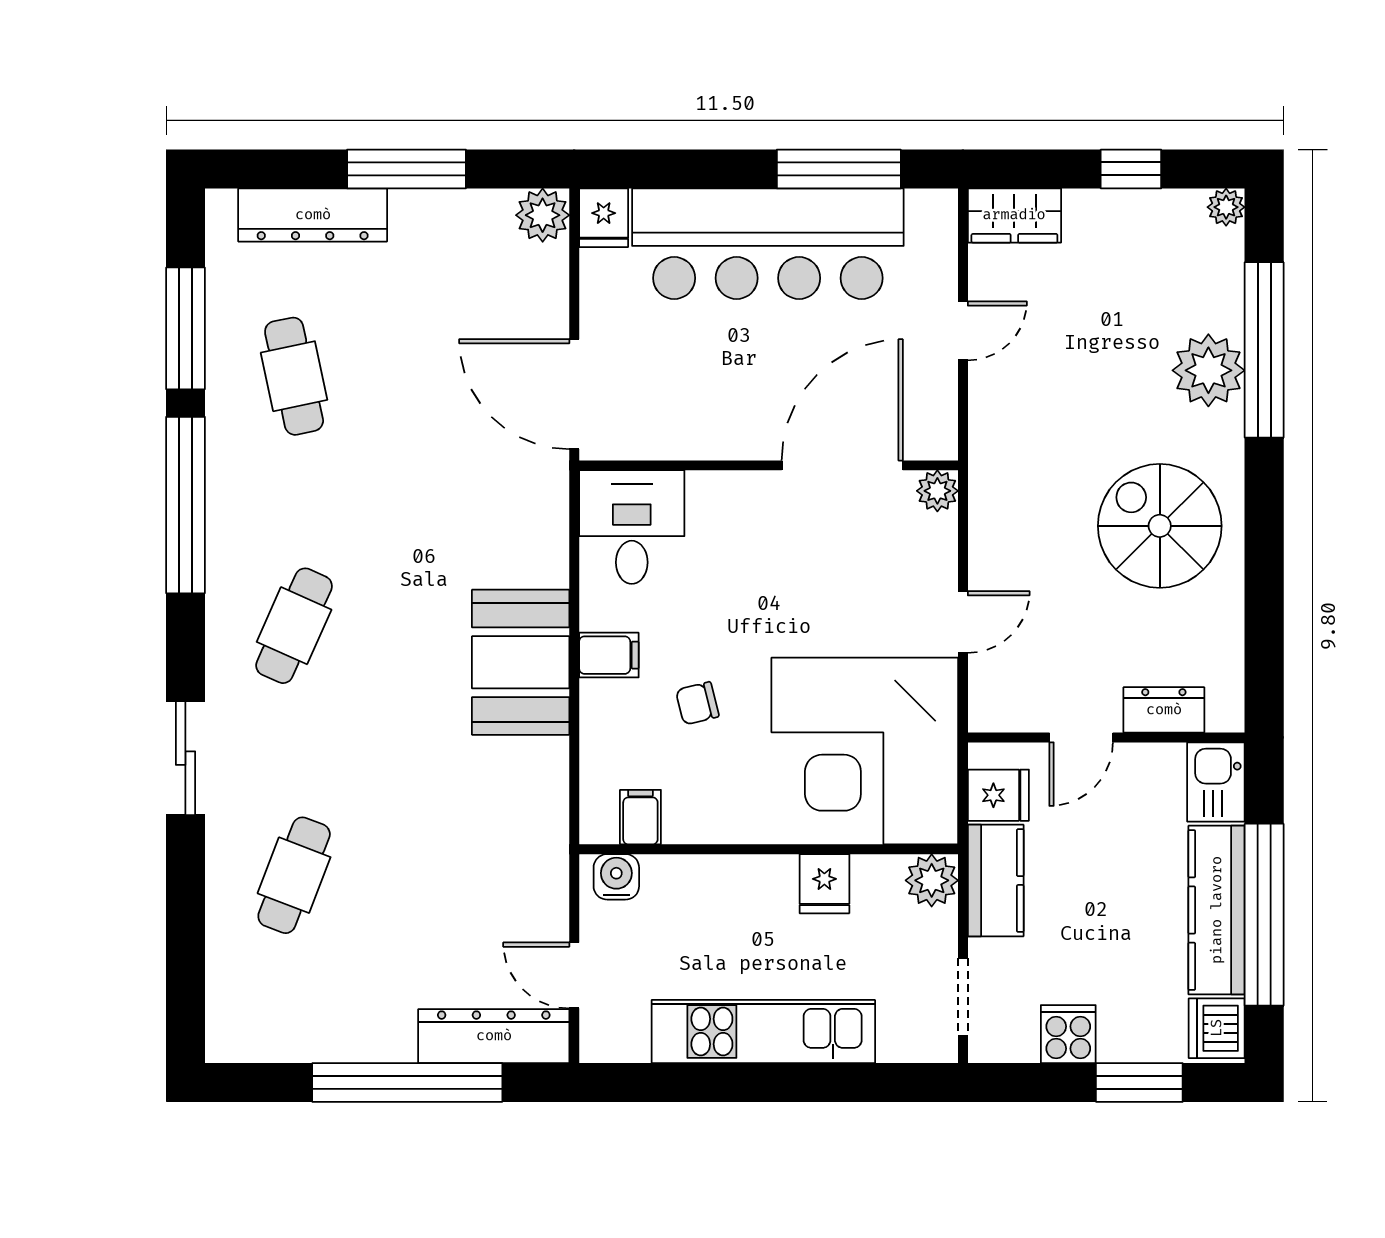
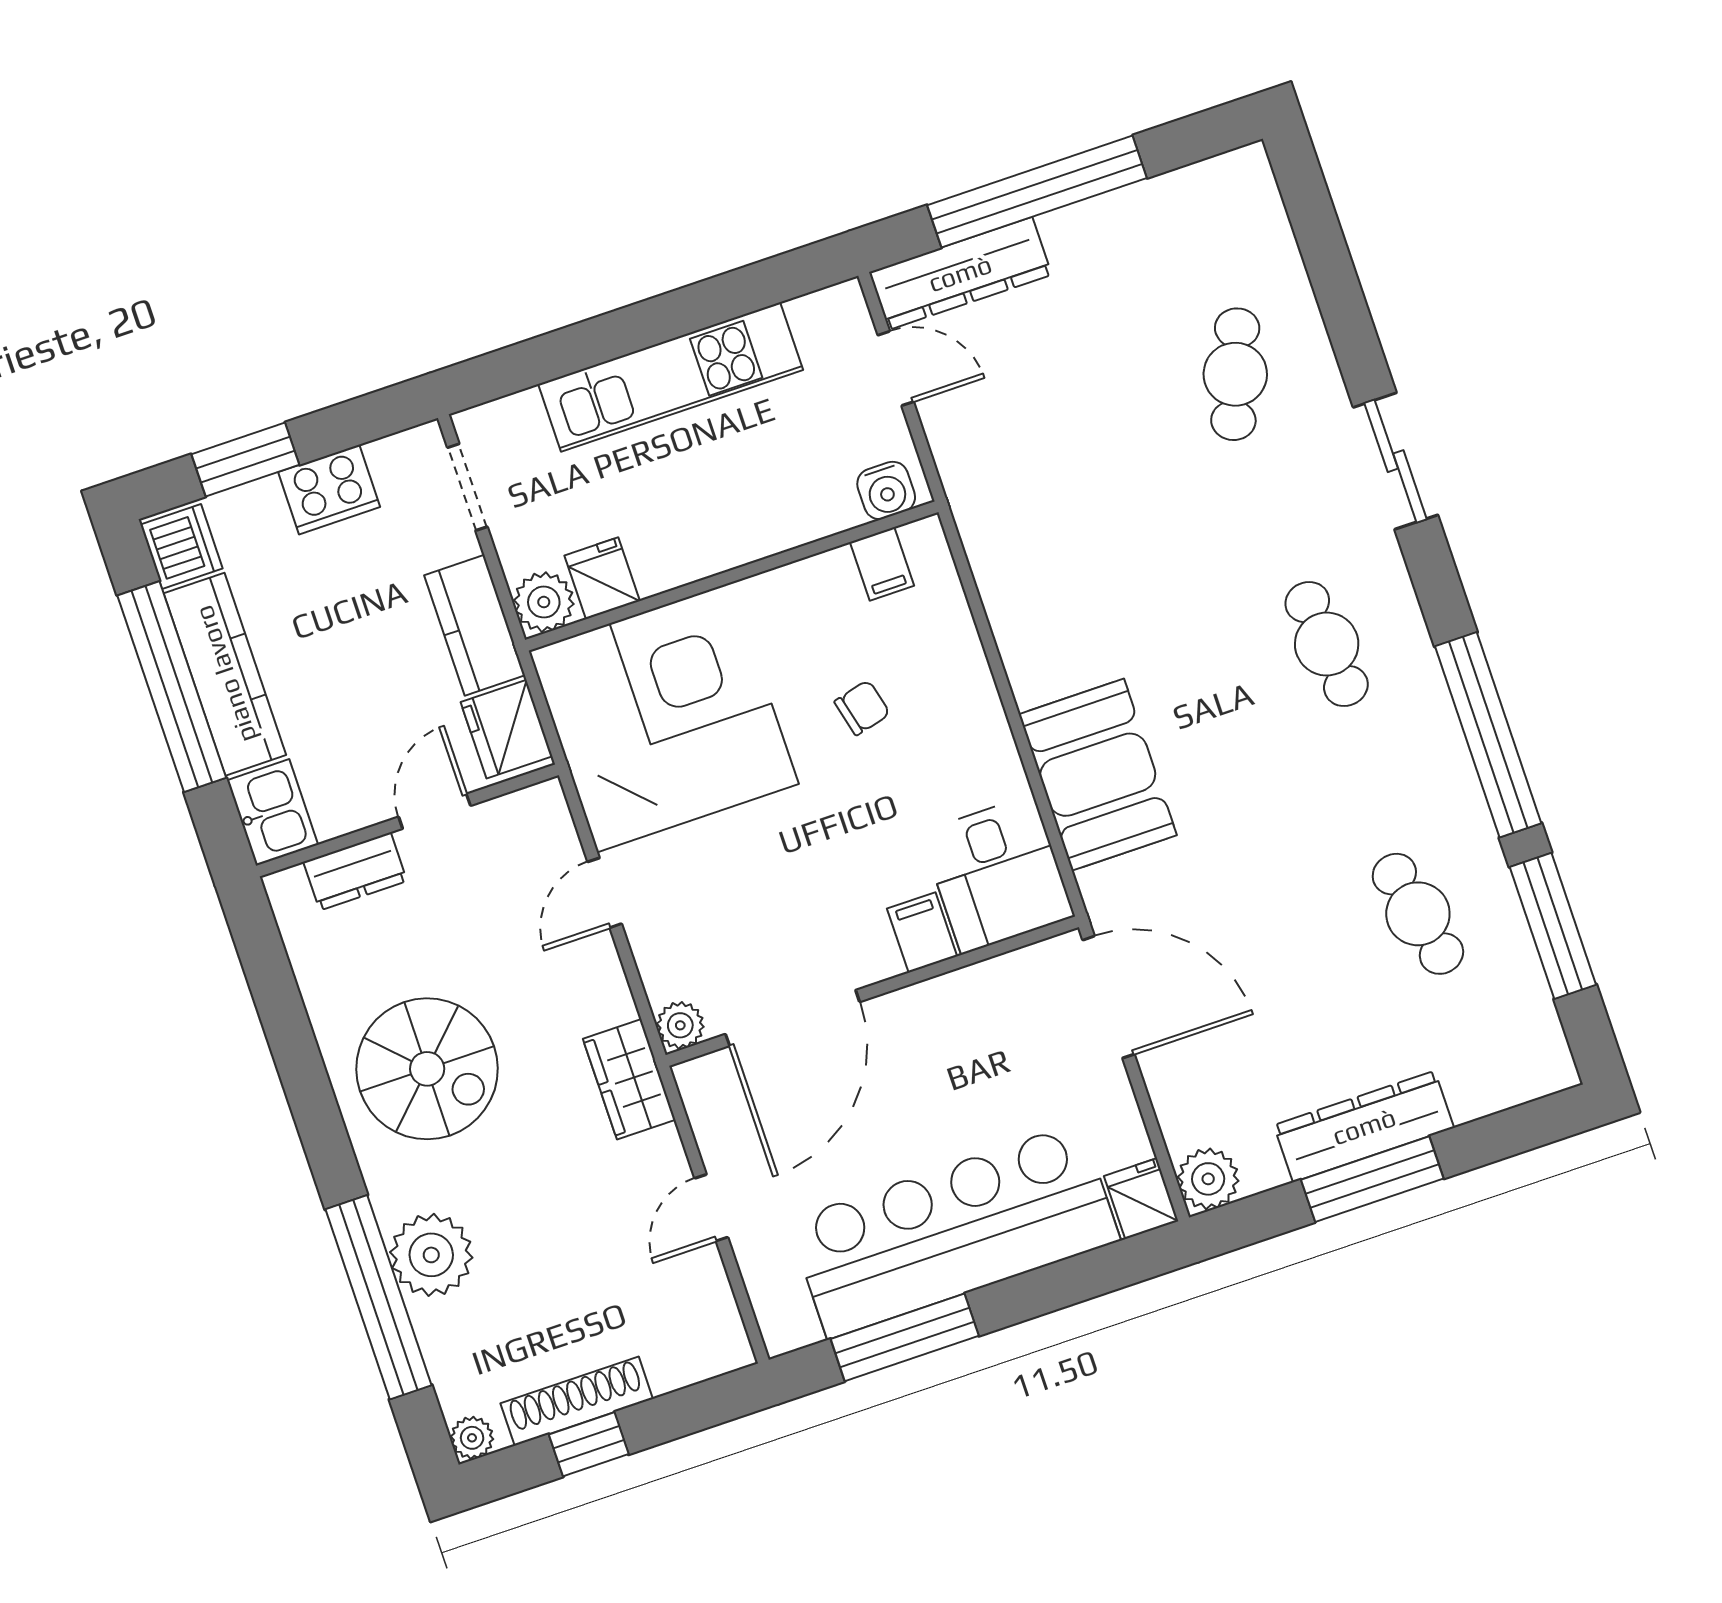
shoe rack: (1129, 208) -> (577, 1401), added
dresser: (313, 215) -> (1364, 1126), moved
wardrobe: (1014, 215) -> (629, 1079), moved, turned -90
cafe table: (294, 626) -> (1327, 644), turned -30
filing cabinet: (609, 655) -> (922, 932), moved, turned 90
booth: (521, 662) -> (1098, 775), moved
fridge: (998, 795) -> (507, 729), width x1.38
fridge: (824, 884) -> (602, 578), moved
cooker: (1068, 1034) -> (329, 490), width x1.36

